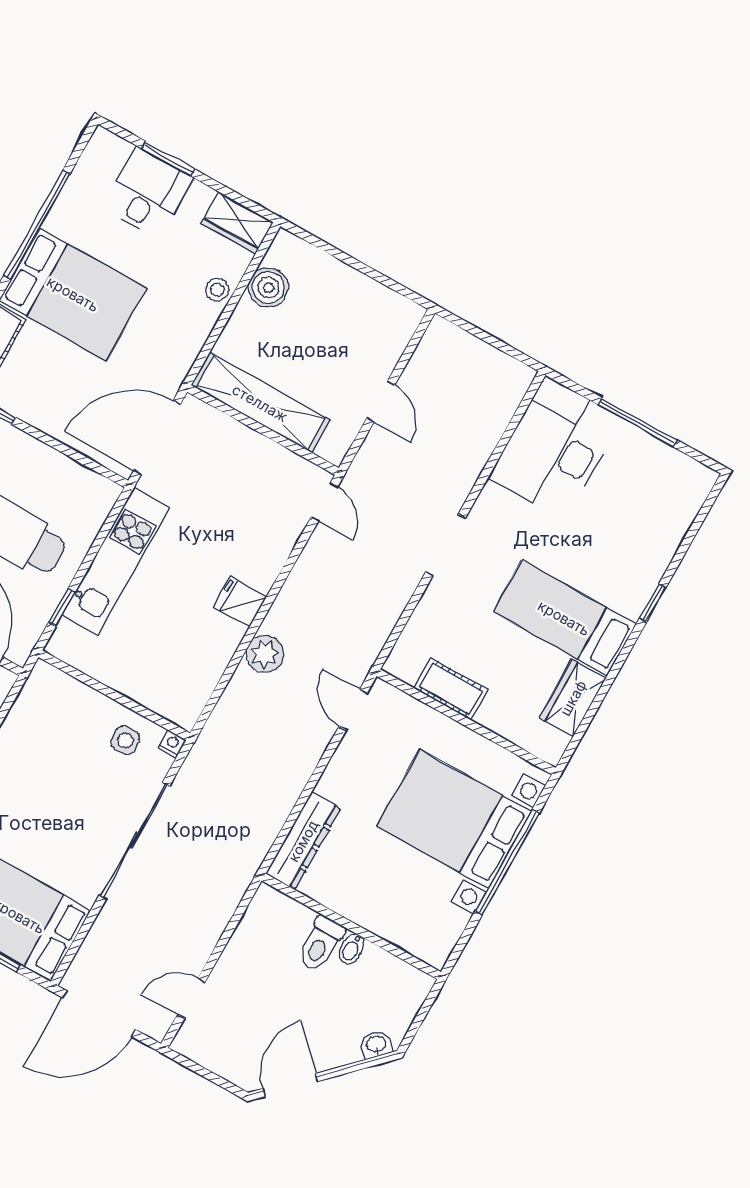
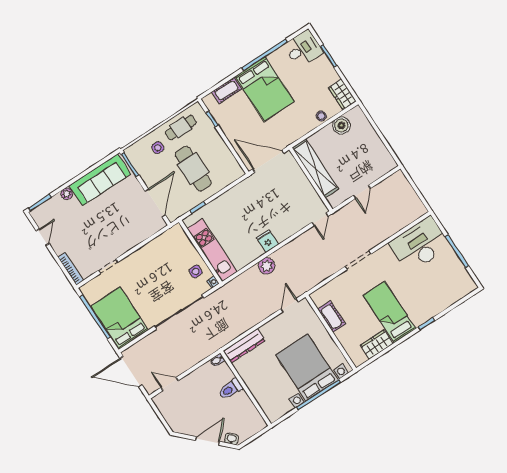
desk: (148, 193) -> (303, 49), moved
kitchen unit: (116, 561) -> (212, 250), moved, turned -90
bidet: (352, 949) -> (217, 360), moved
door: (290, 1085) -> (207, 441), moved

